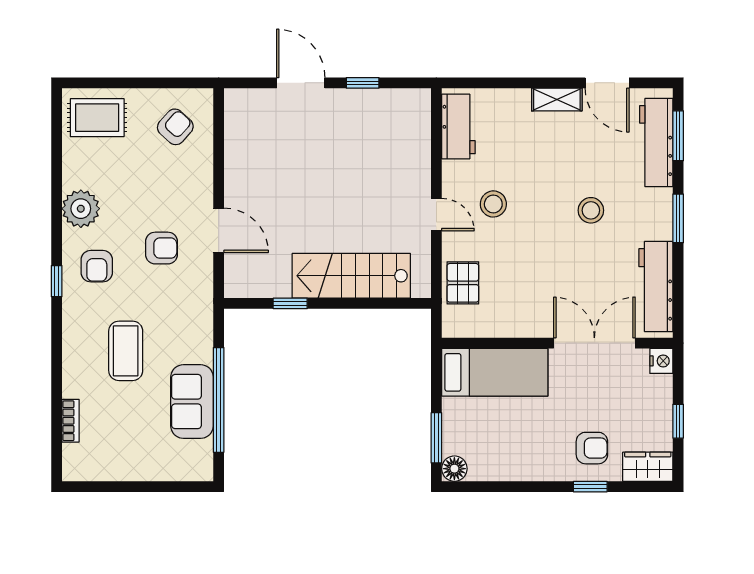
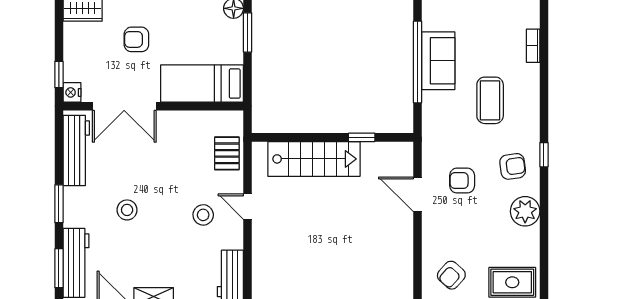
armchair: (97, 266) -> (513, 166), turned 82
window: (678, 421) -> (59, 74), moved
armchair: (592, 448) -> (136, 39), moved

